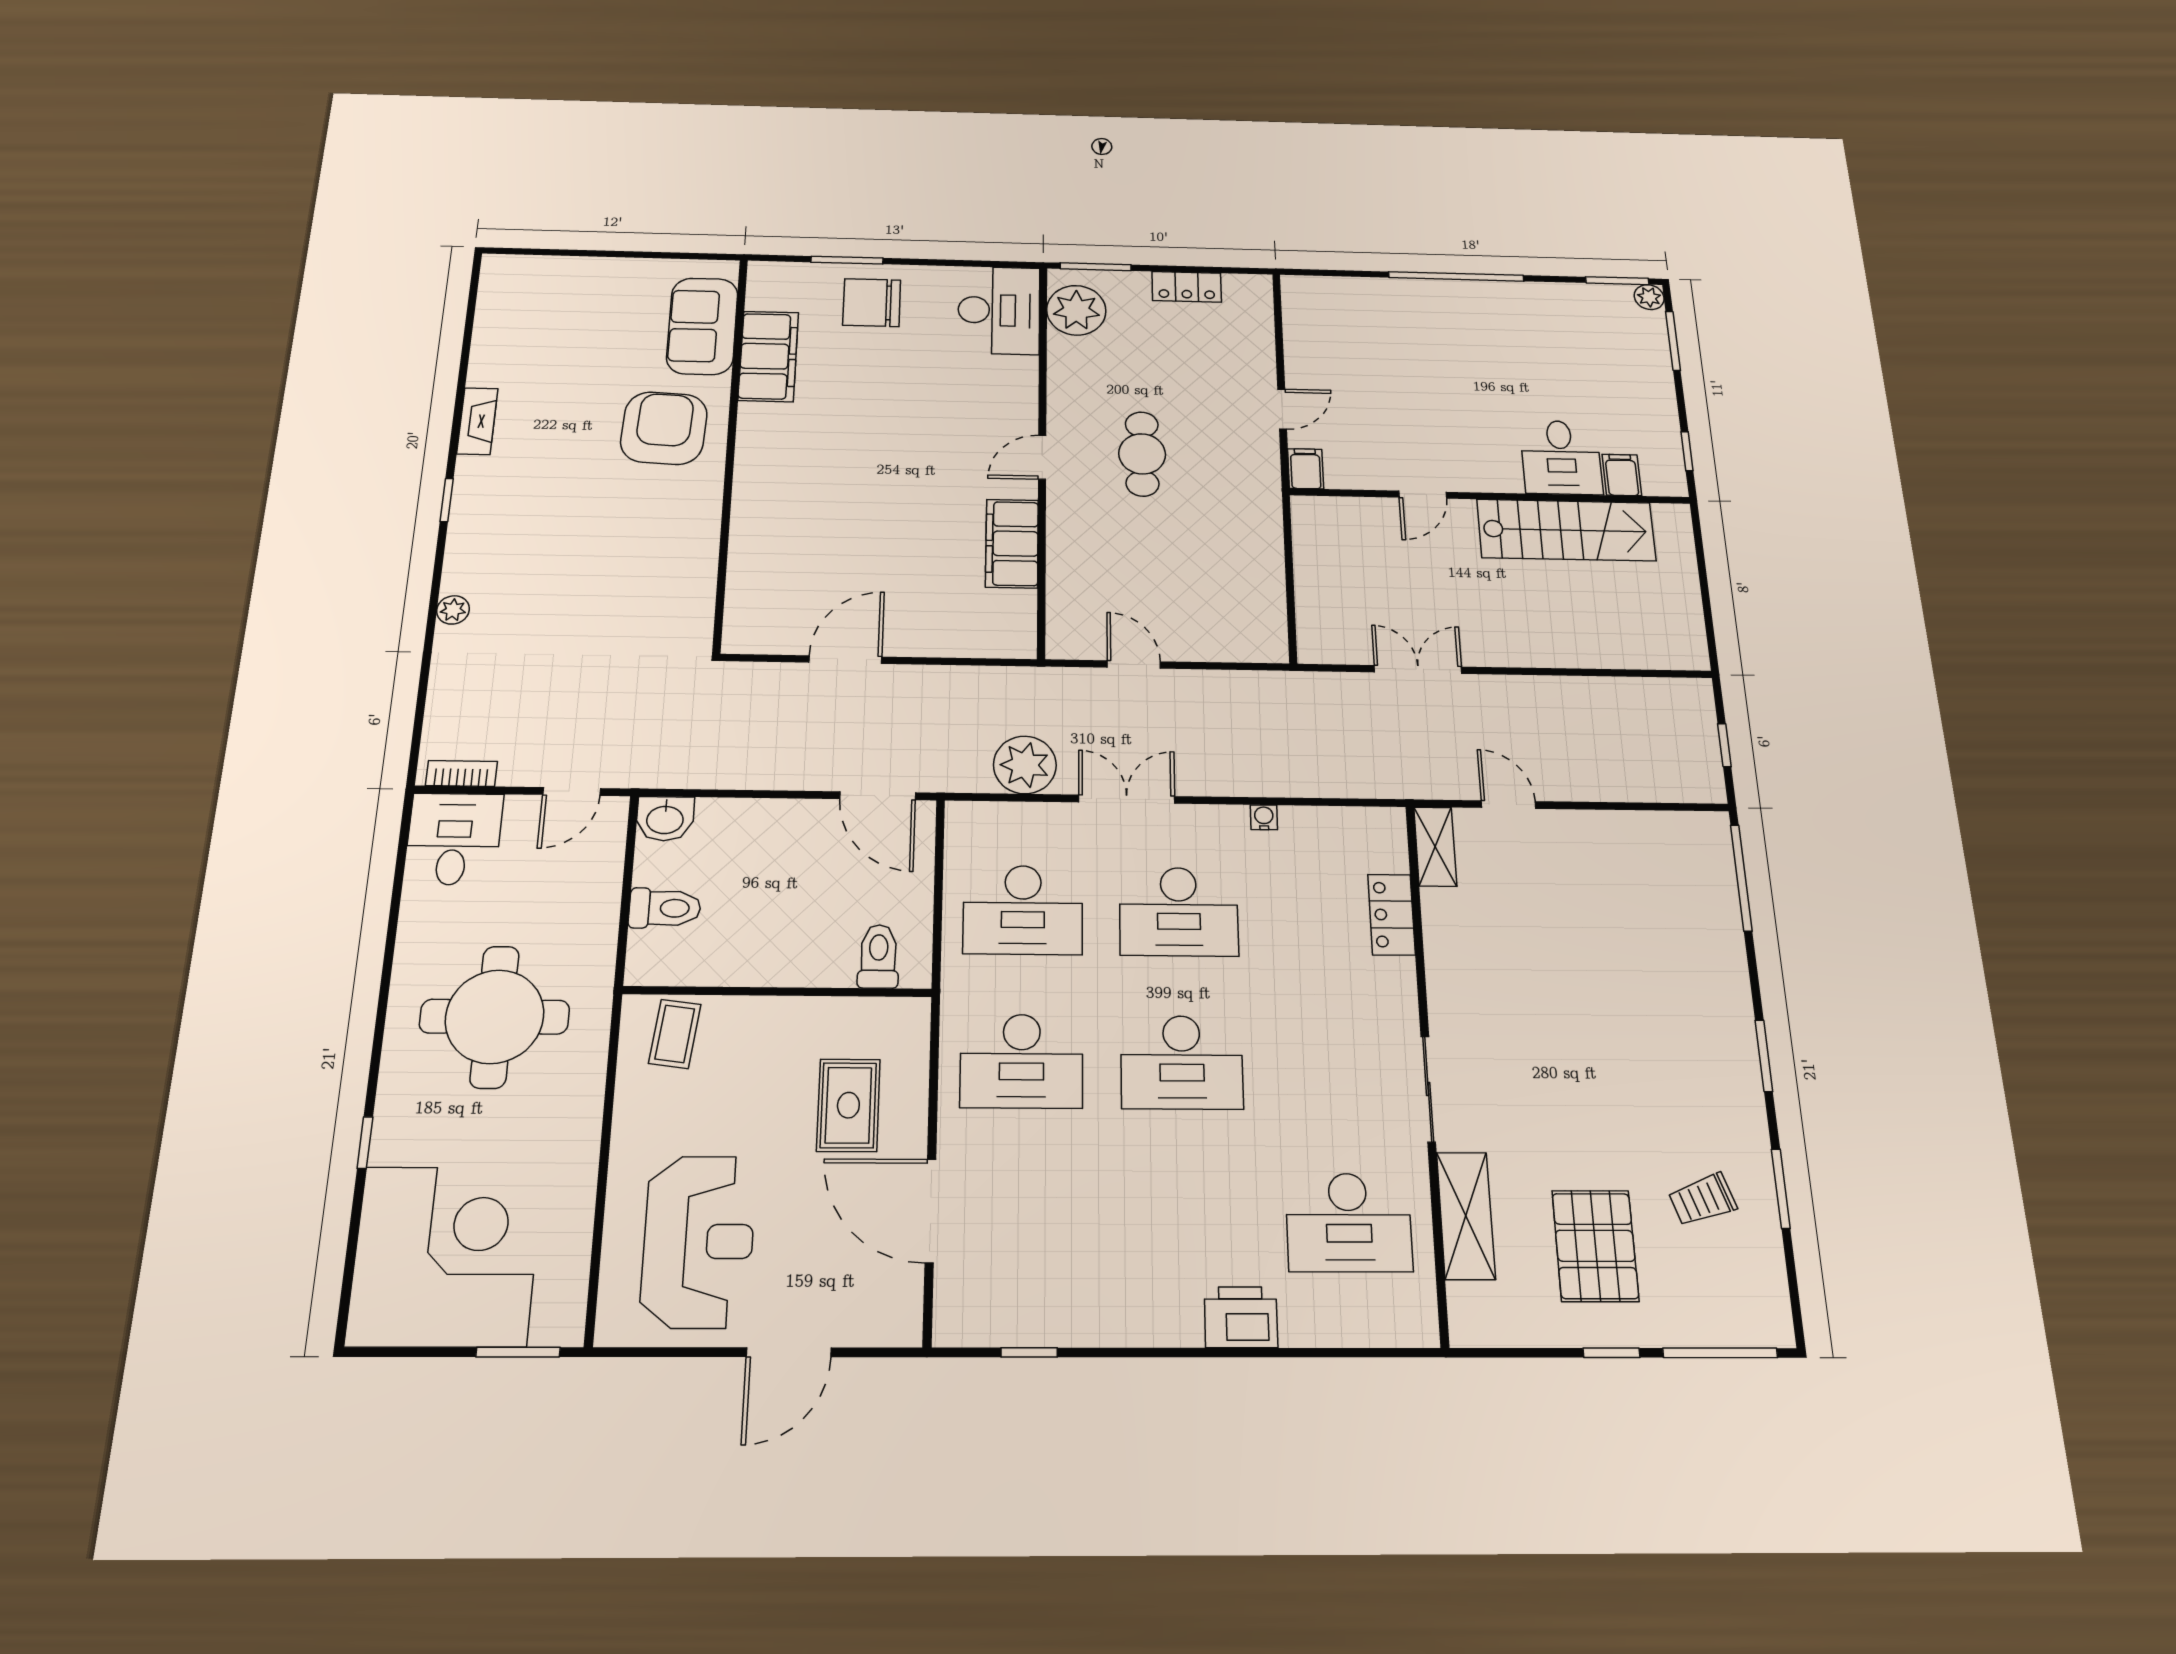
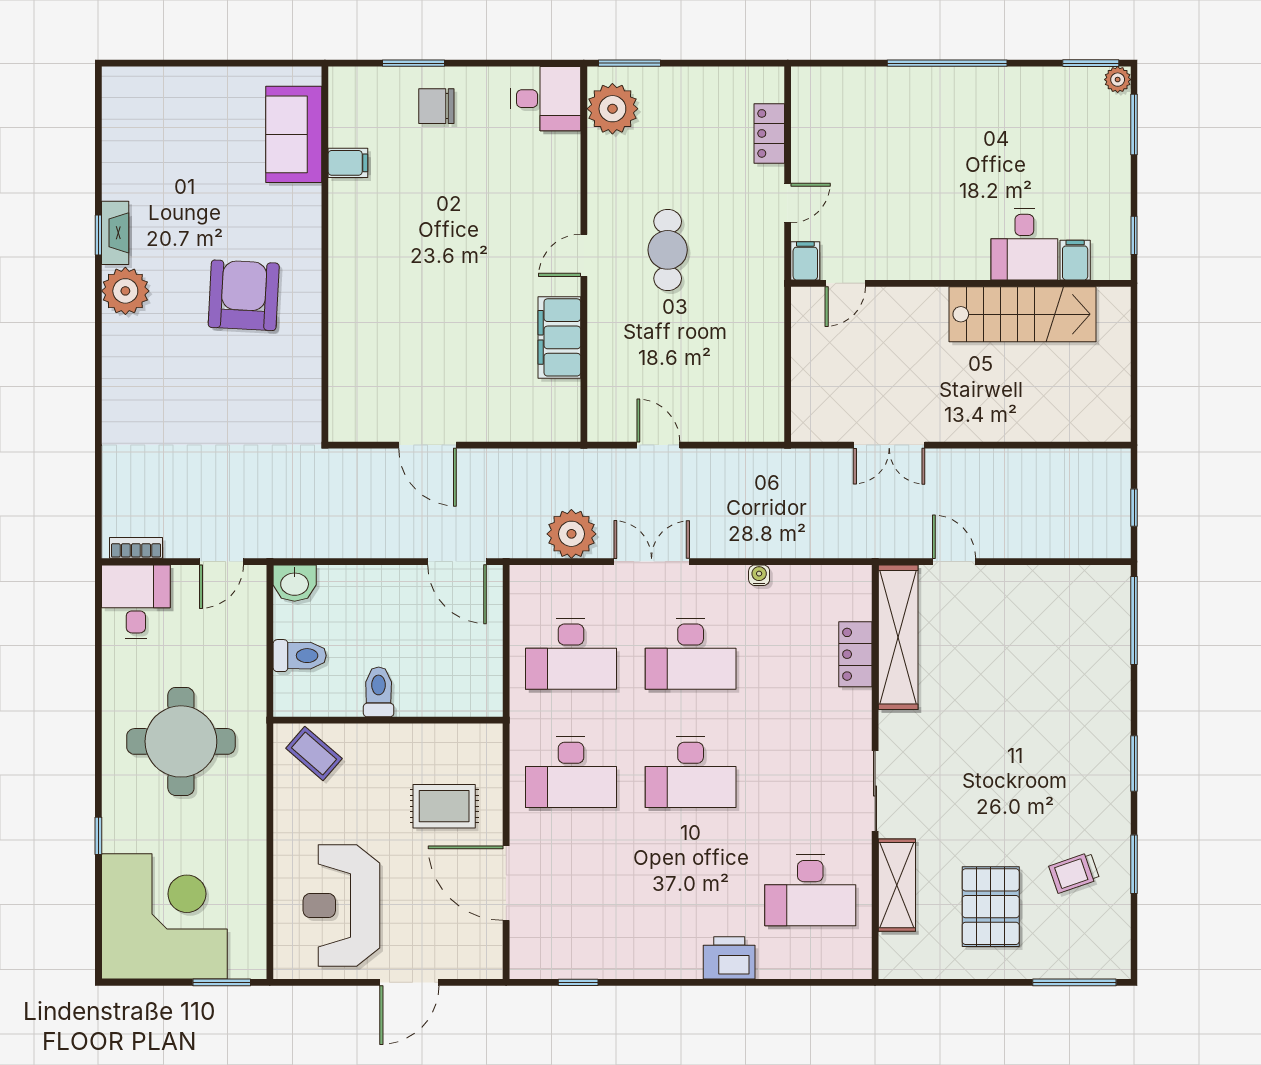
locker: (1187, 287) -> (769, 133), moved, turned 90
chair: (872, 303) -> (436, 106), width x0.73, depth x0.73
desk: (999, 310) -> (546, 99), width x0.73
filing cabinet: (768, 356) -> (348, 163), width x0.33, depth x0.86
armchair: (664, 428) -> (244, 295), moved
door: (1423, 495) -> (845, 283), moved
window: (447, 500) -> (98, 235), moved
plant: (453, 610) -> (125, 291), moved, width x1.88, depth x1.88
door: (845, 660) -> (428, 445), swing flipped
double door: (1418, 669) -> (889, 445), swing flipped
shelving: (1435, 847) -> (898, 637), width x2.20, depth x1.33
toilet: (878, 956) -> (379, 692), moved
coffee table: (675, 1034) -> (314, 753), turned -56
rug: (848, 1105) -> (444, 806), turned 90
reception desk: (698, 1241) -> (341, 906), turned 180
window: (1611, 1353) -> (995, 982), removed

